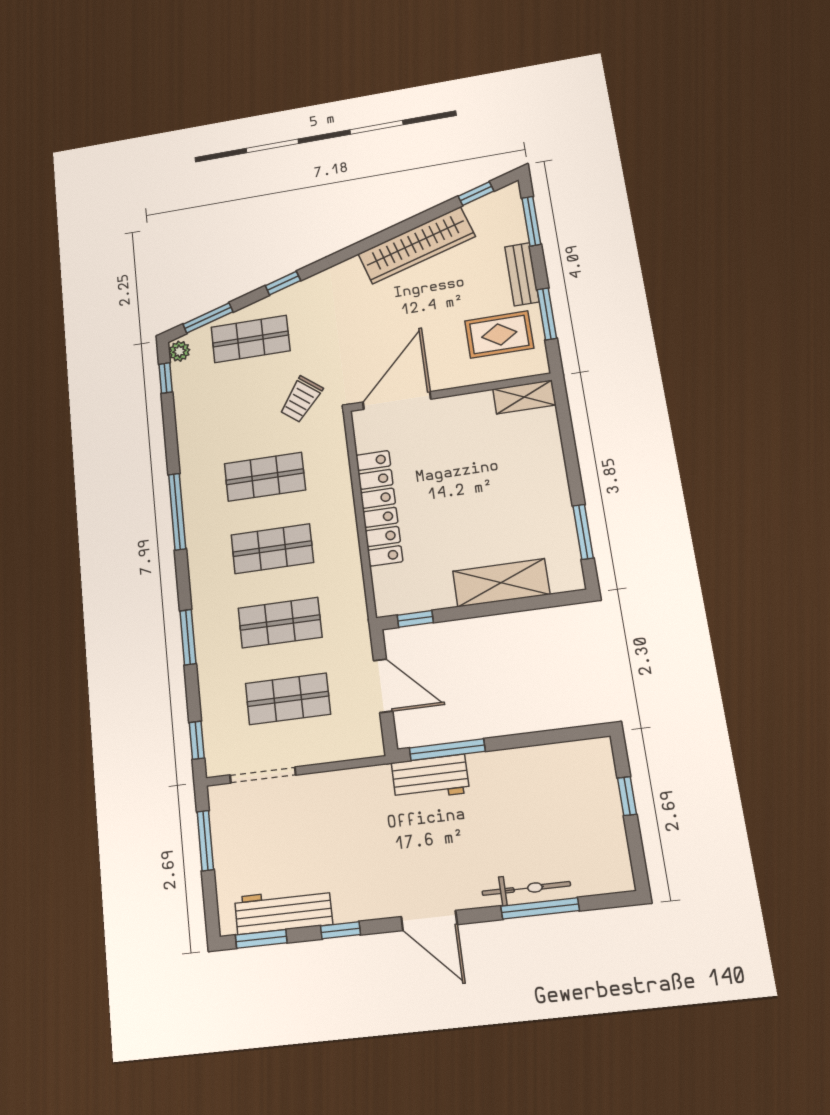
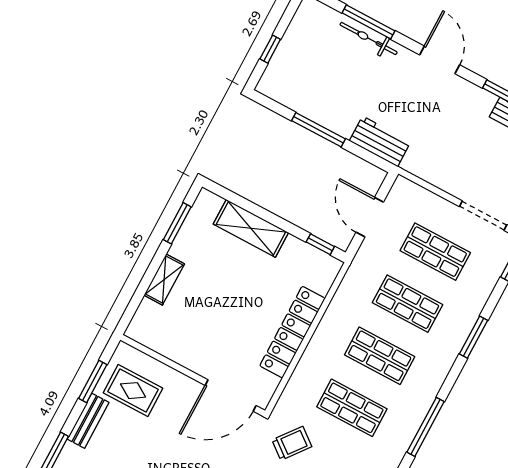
shelving: (524, 397) -> (164, 280), moved, turned 90
window: (447, 750) -> (318, 130), moved

